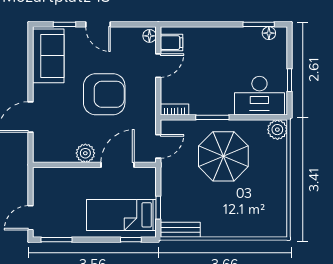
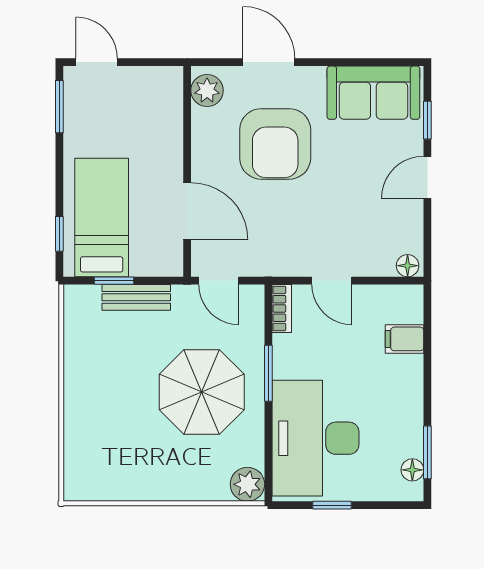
filing cabinet: (172, 43) -> (405, 339), moved, turned 90
door: (158, 66) -> (332, 281), moved
armchair: (104, 94) -> (275, 144), moved
desk: (259, 96) -> (315, 438), width x1.36, depth x1.30
plant: (85, 153) -> (207, 90), moved
bench: (180, 230) -> (136, 297), moved, turned 90

